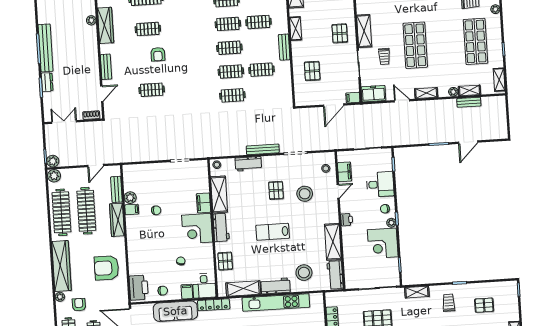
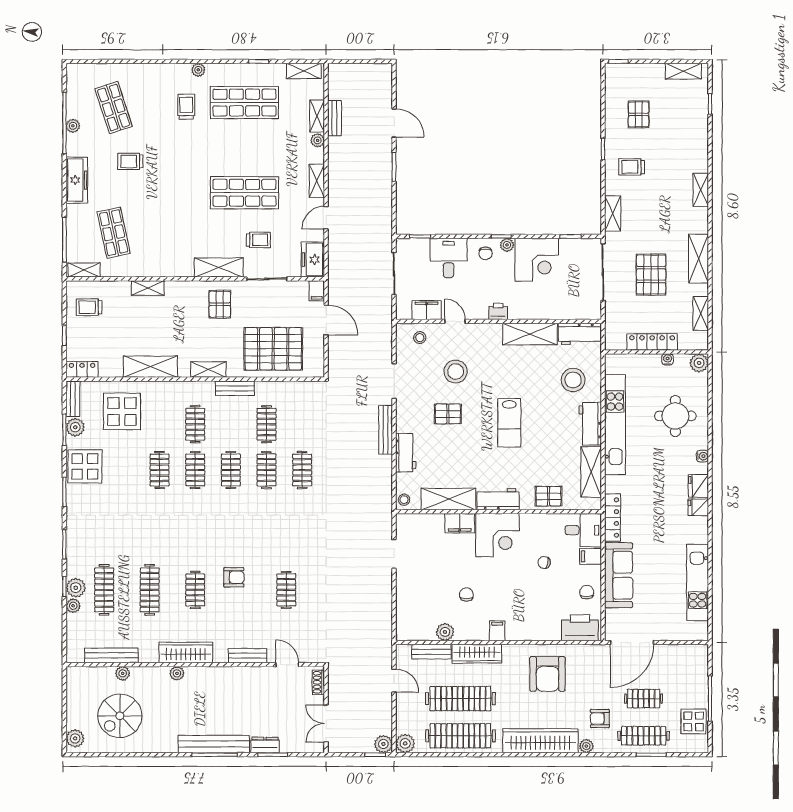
pallet: (340, 33) -> (220, 304), turned 90
pallet: (312, 71) -> (273, 349), width x2.05, depth x2.00
filing cabinet: (132, 209) -> (497, 631), moved

